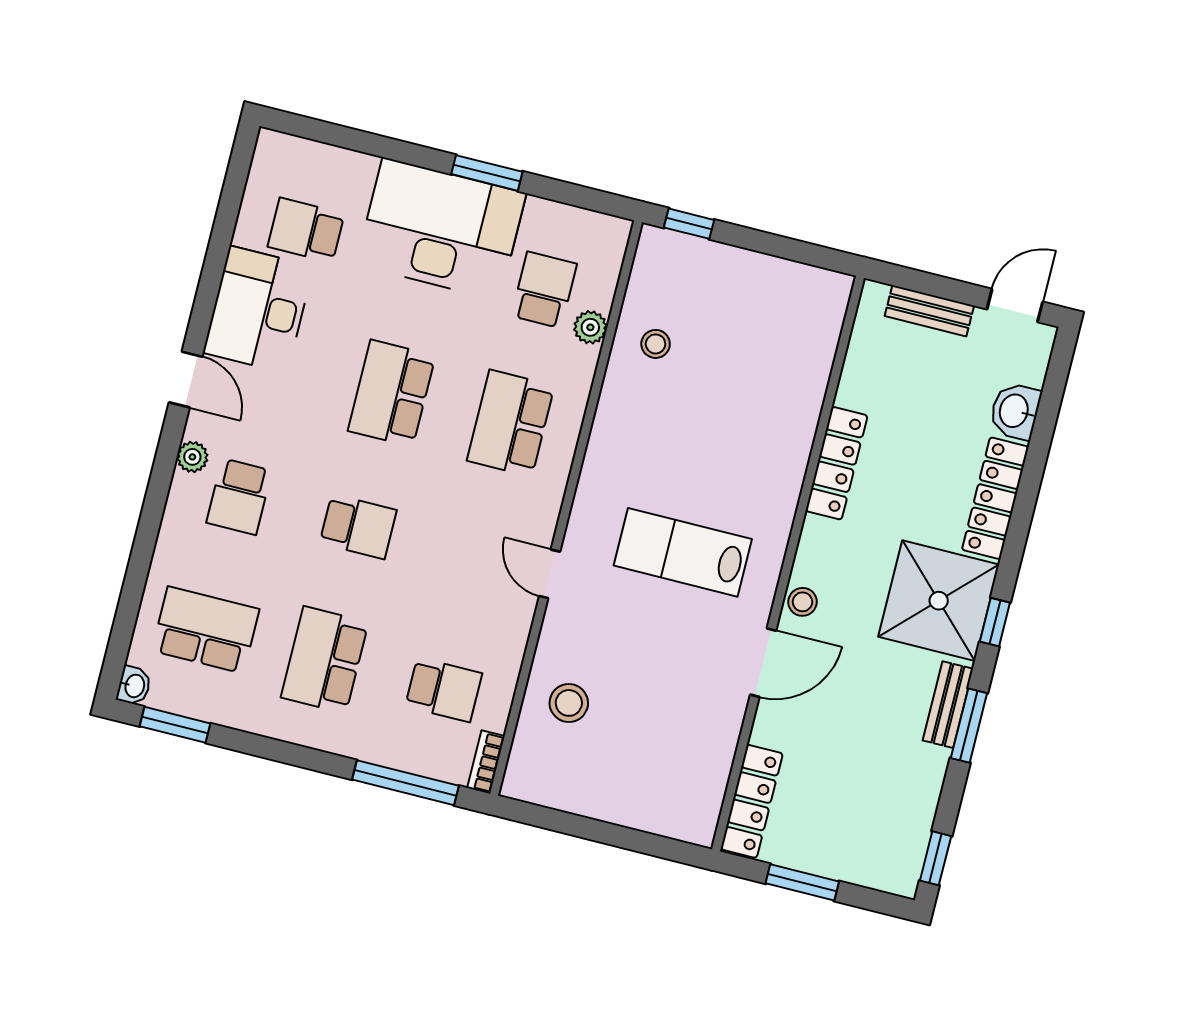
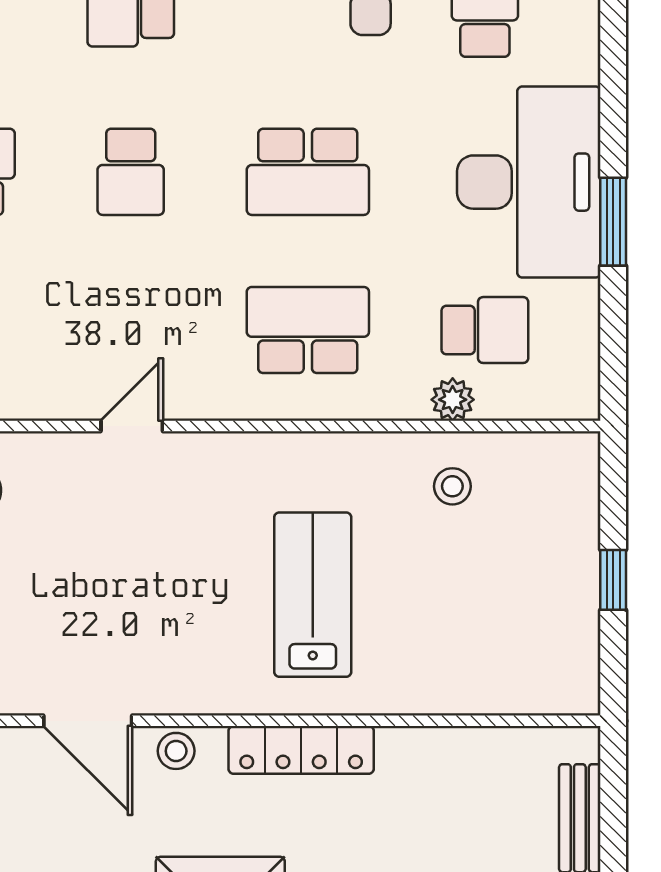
window: (689, 224) -> (613, 580), moved
school desk: (392, 393) -> (308, 172), turned 180
locker: (836, 463) -> (301, 750), moved
lab bench: (683, 552) -> (313, 595), moved

